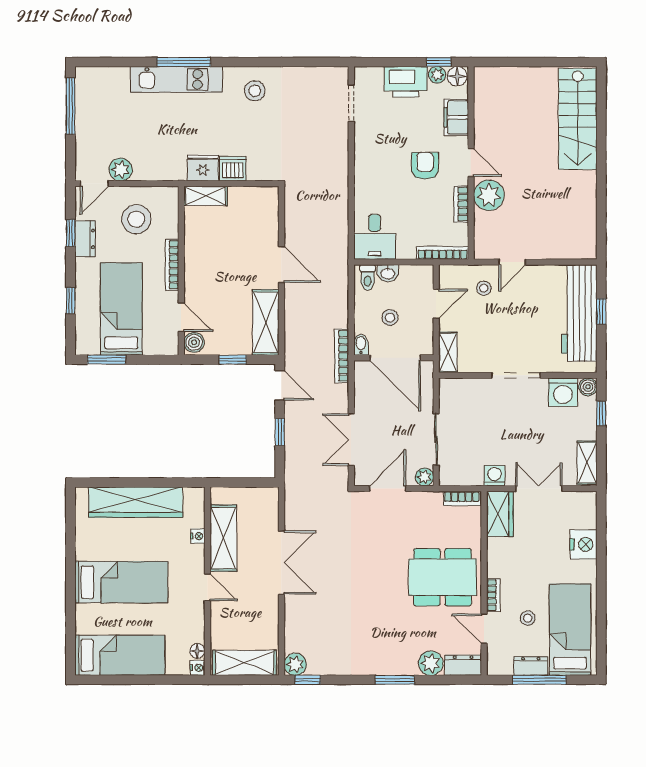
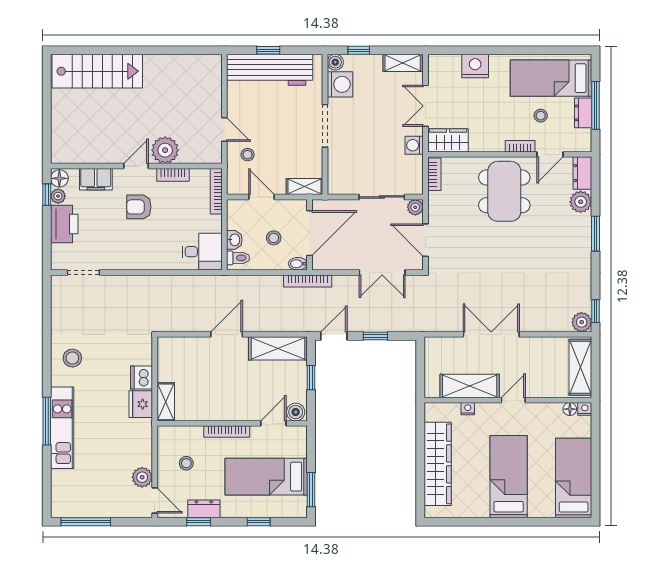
stool: (136, 219) -> (186, 463), width x0.53, depth x0.53

